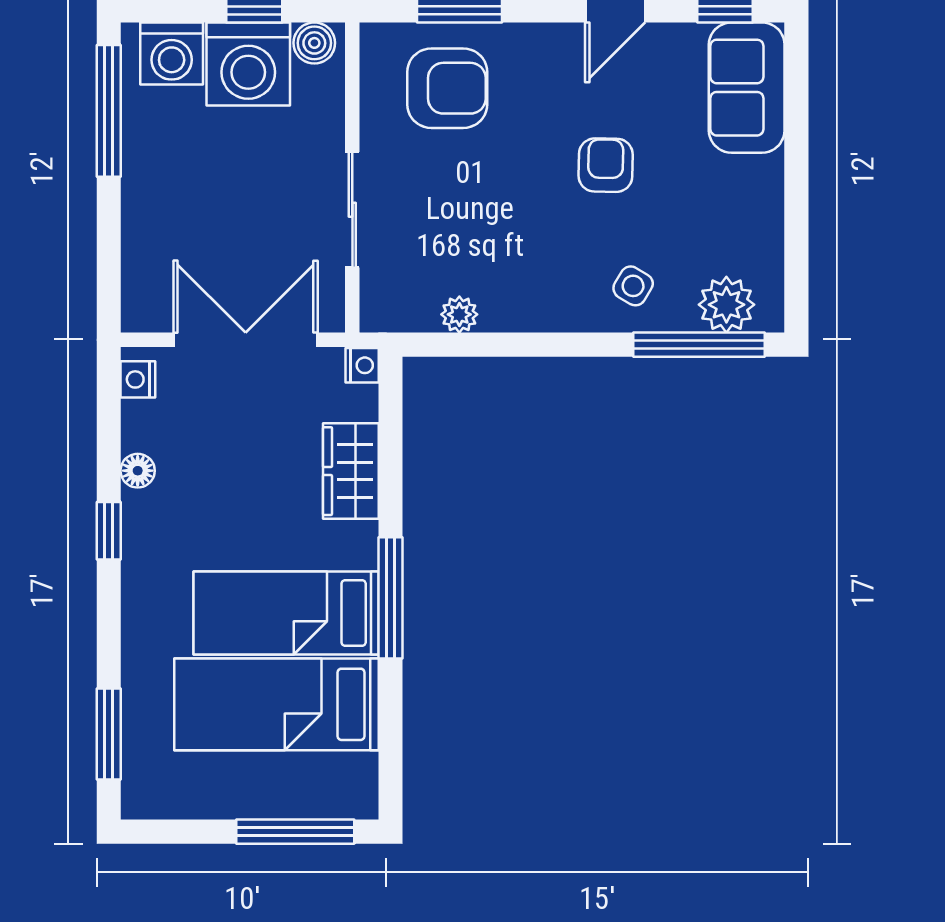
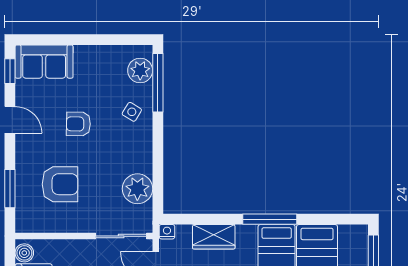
armchair: (447, 88) -> (60, 184), moved, turned 90
sliding door: (352, 210) -> (121, 236), moved
plant: (459, 314) -> (137, 189), width x1.88, depth x1.88

